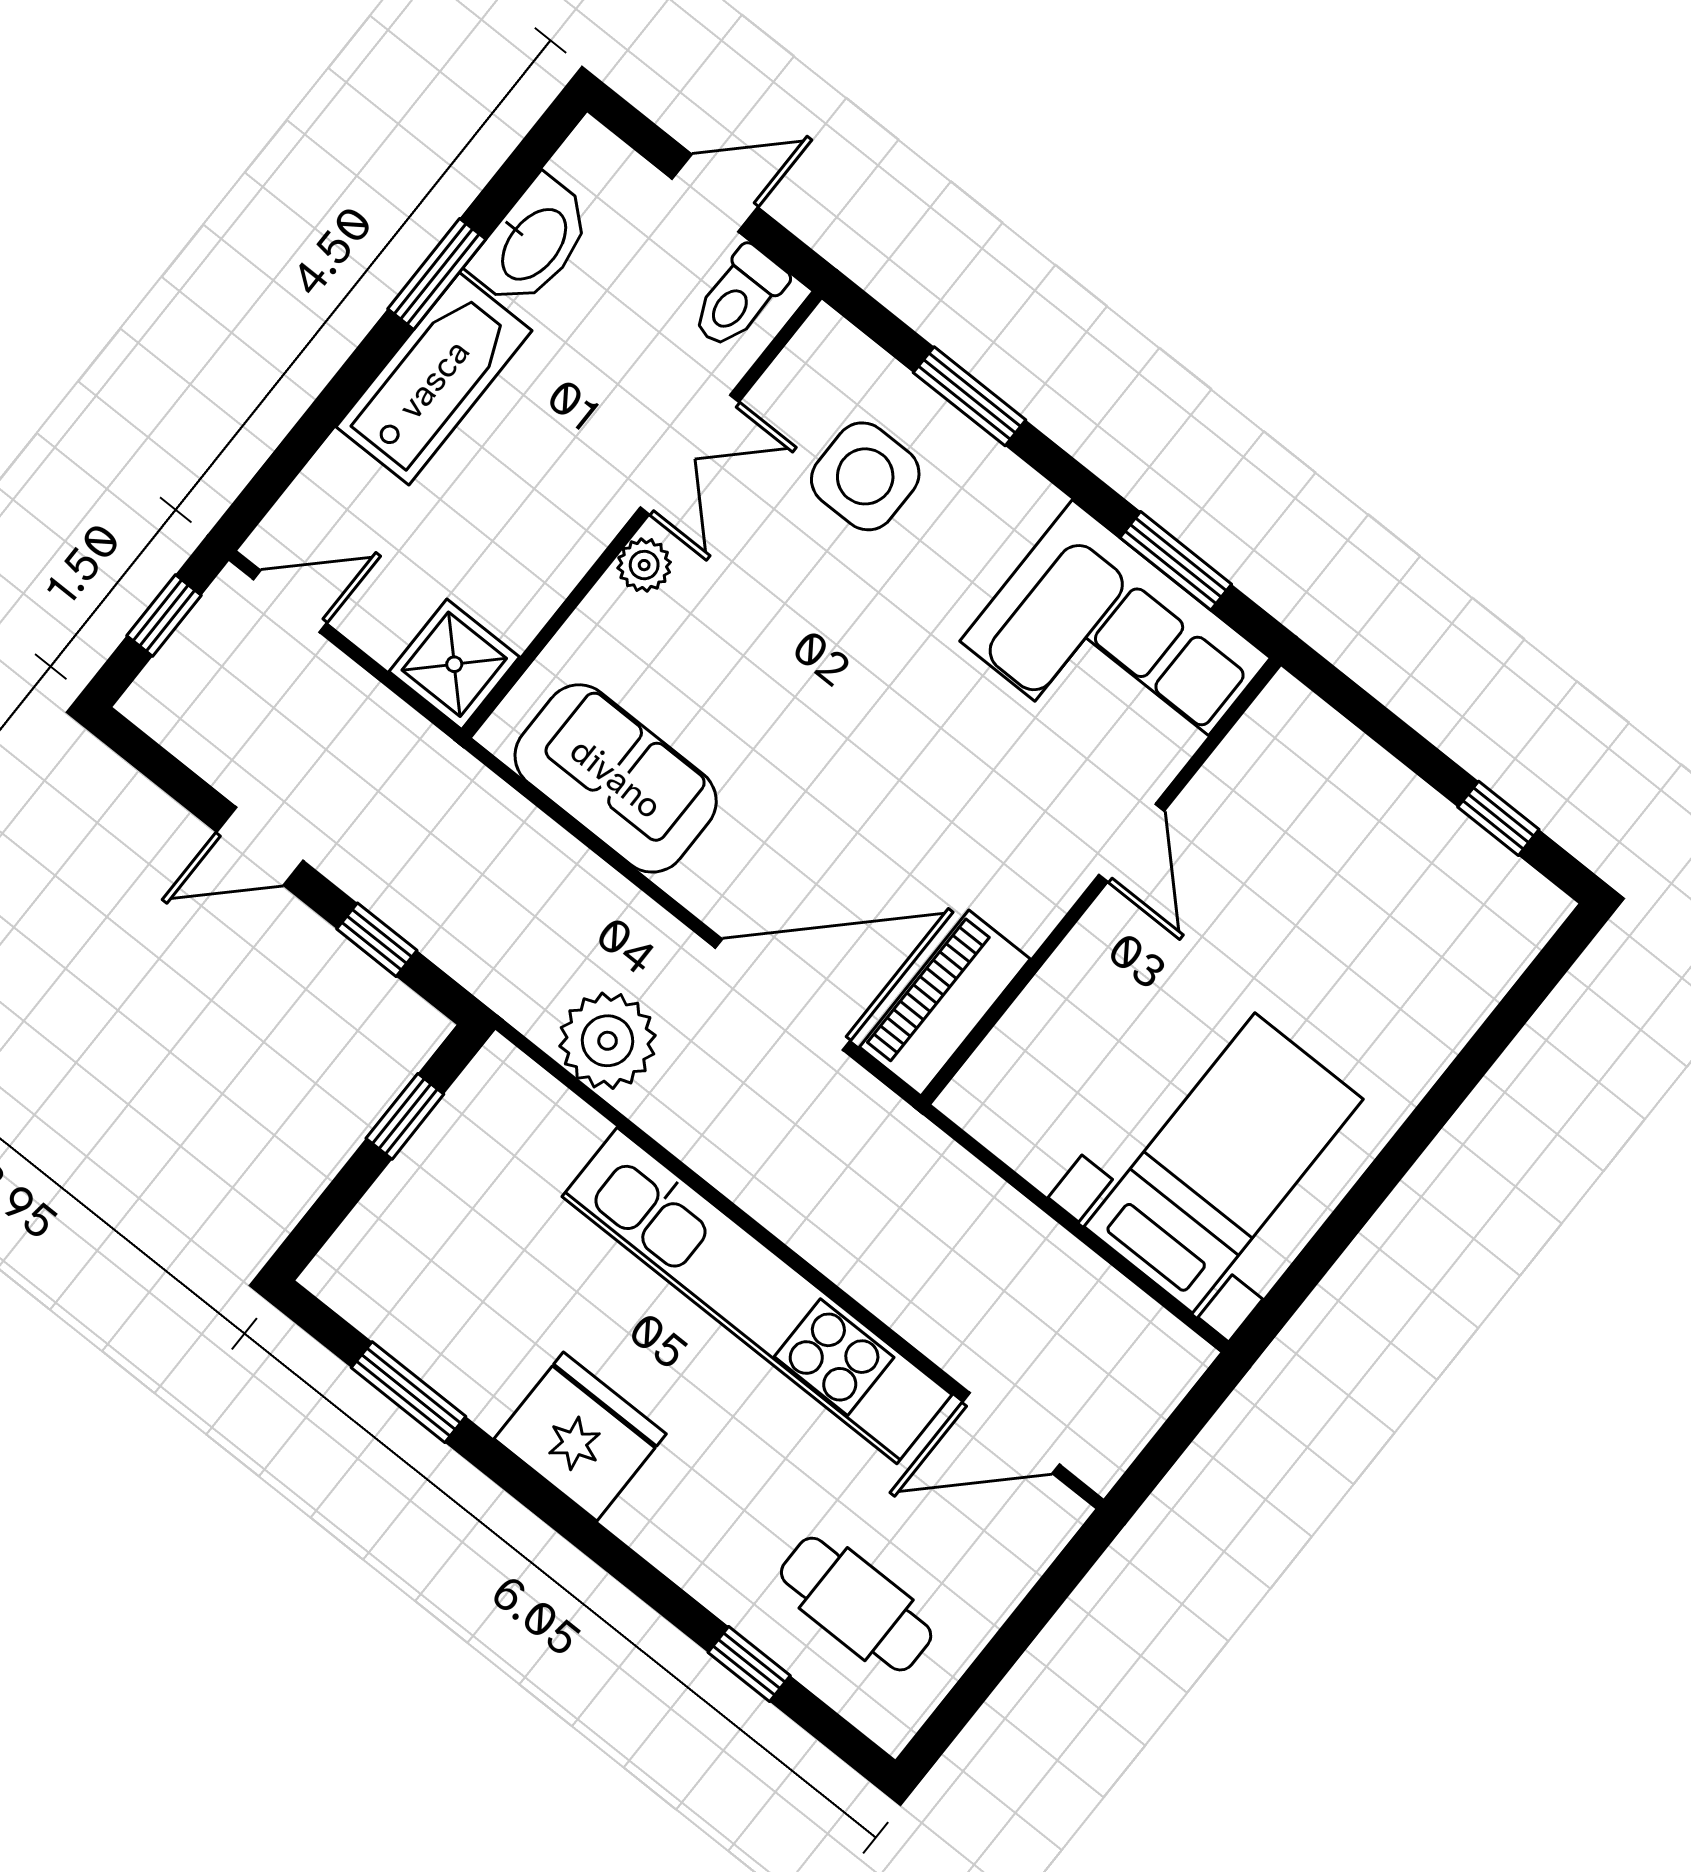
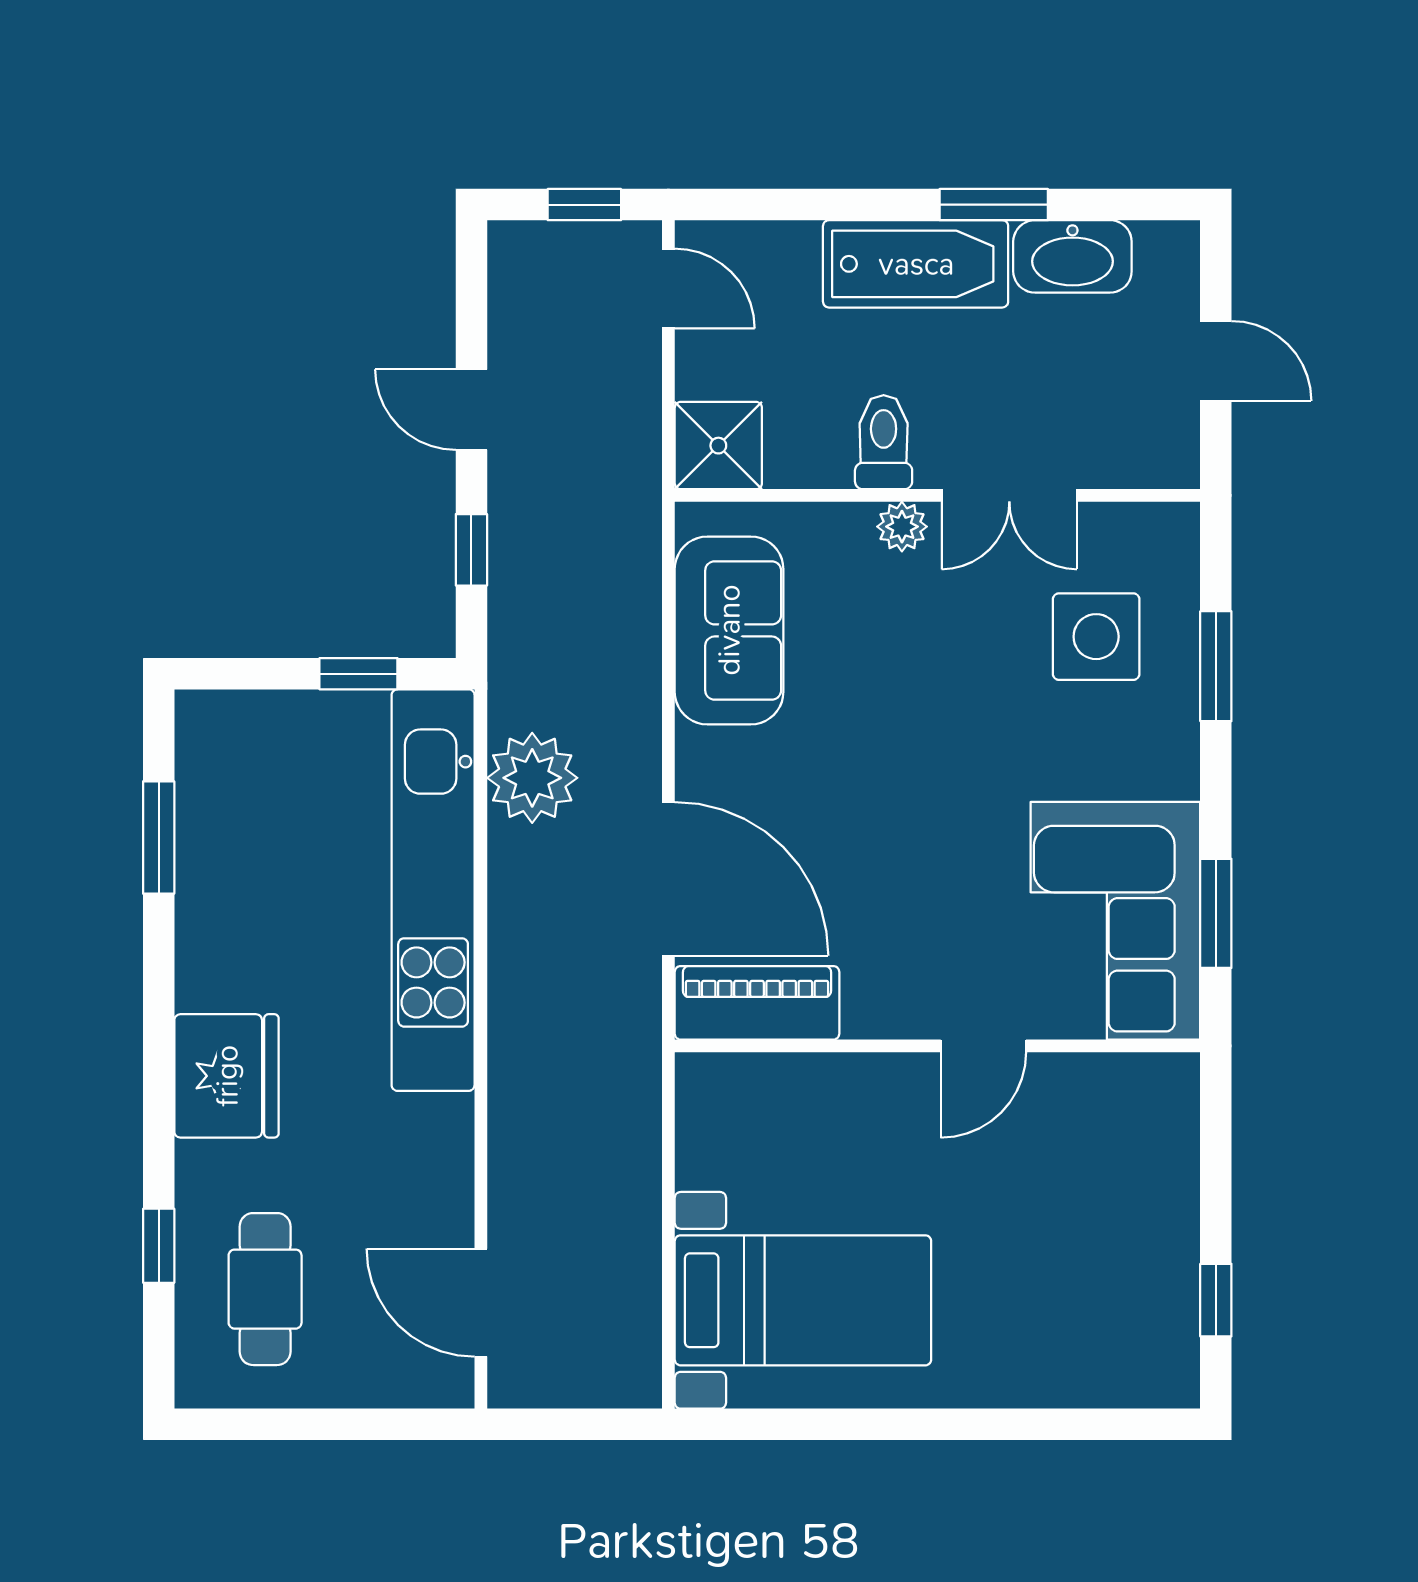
toilet: (739, 298) -> (884, 442), moved, turned 90
kitchen unit: (757, 1296) -> (433, 890), moved
fridge: (580, 1436) -> (227, 1076), moved

